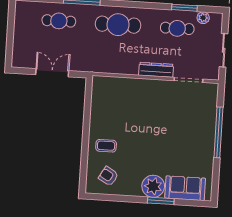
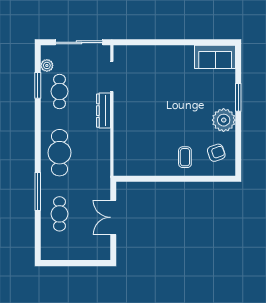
sliding door: (224, 50) -> (79, 42), width x1.37
window: (218, 132) -> (164, 42), removed
armchair: (108, 176) -> (216, 153), turned -140
plant: (153, 186) -> (224, 120), moved
sofa: (185, 188) -> (215, 57), moved, turned -90

